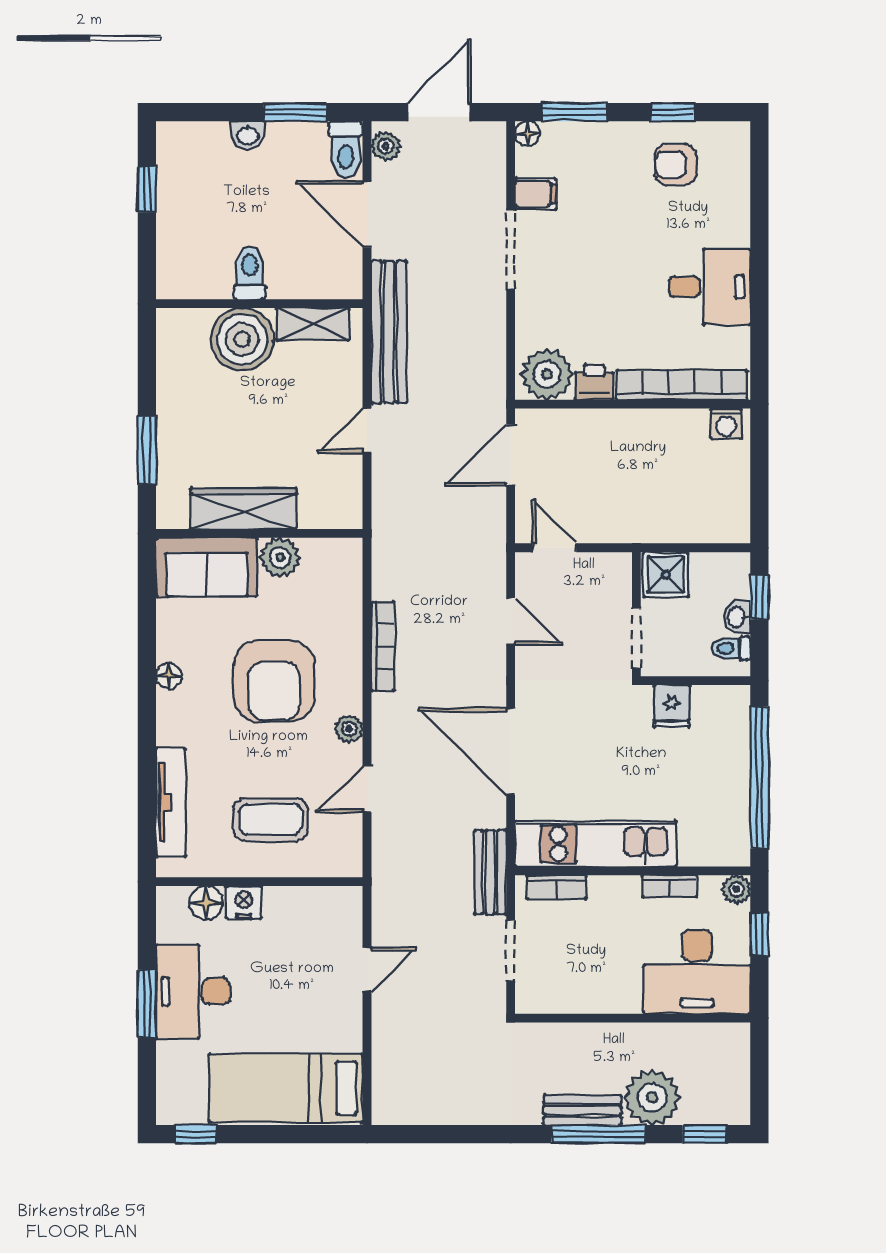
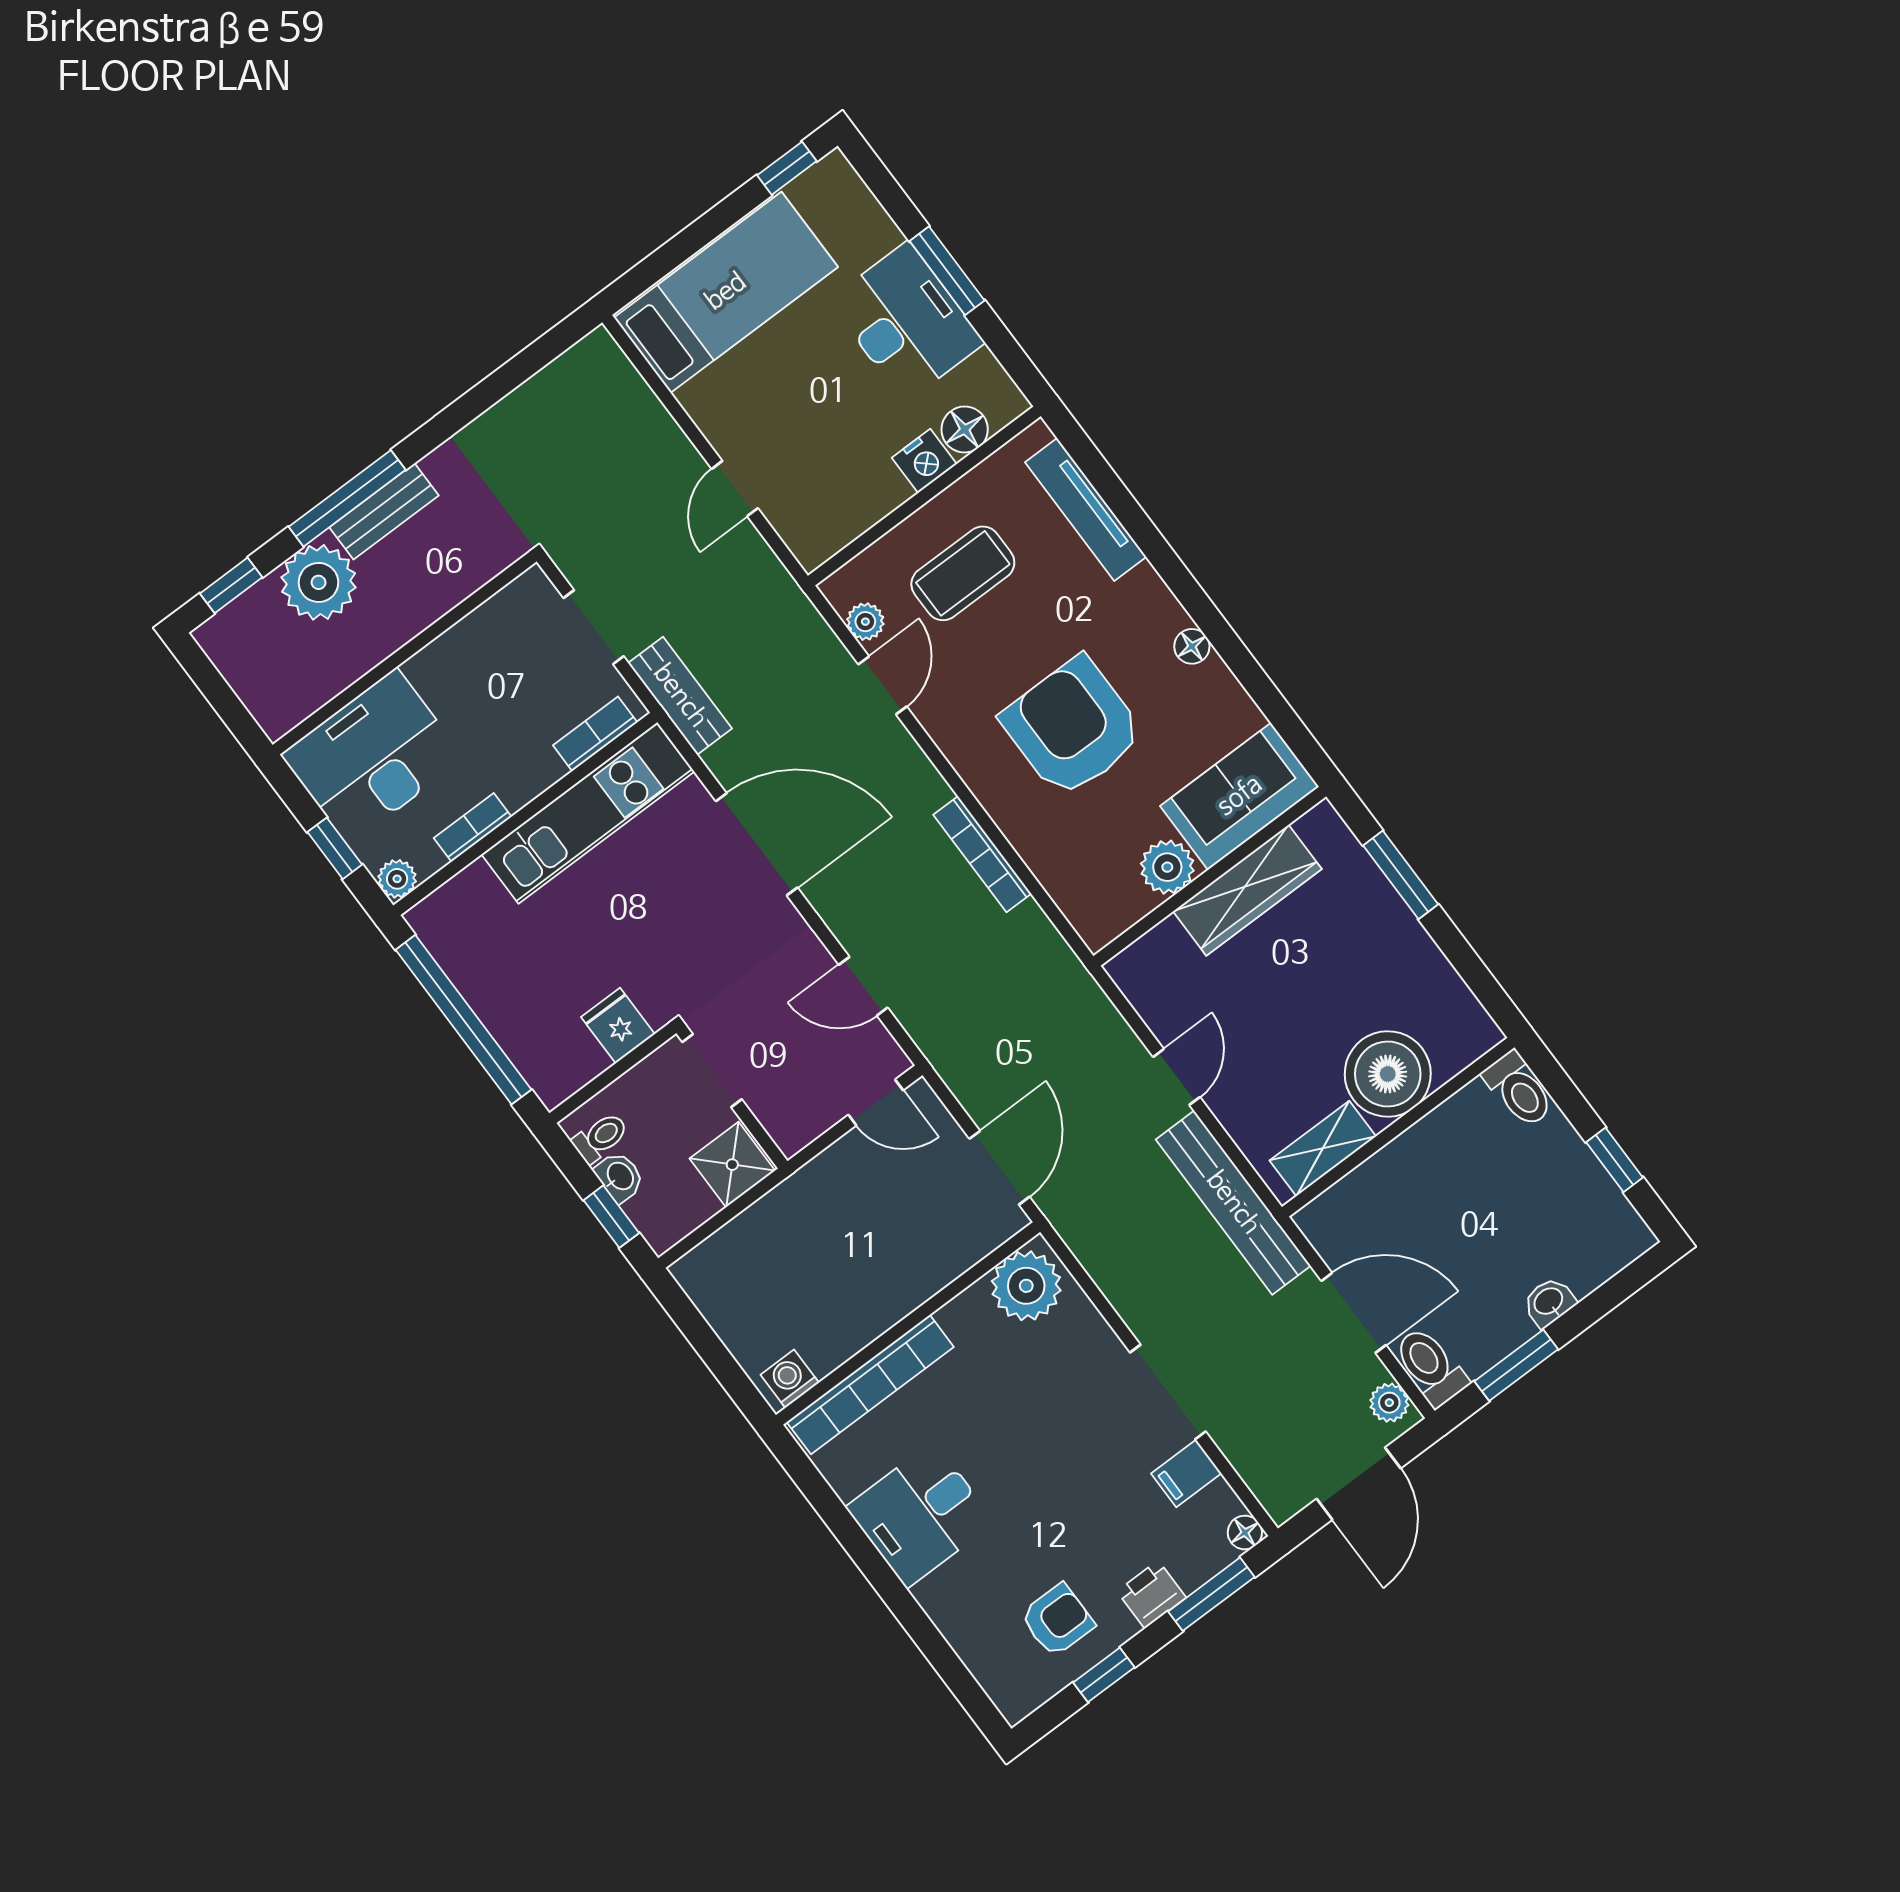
toilet: (249, 273) -> (1519, 1090), moved
printer: (594, 383) -> (1151, 1594), moved, turned 180
plant: (349, 729) -> (865, 622), moved

